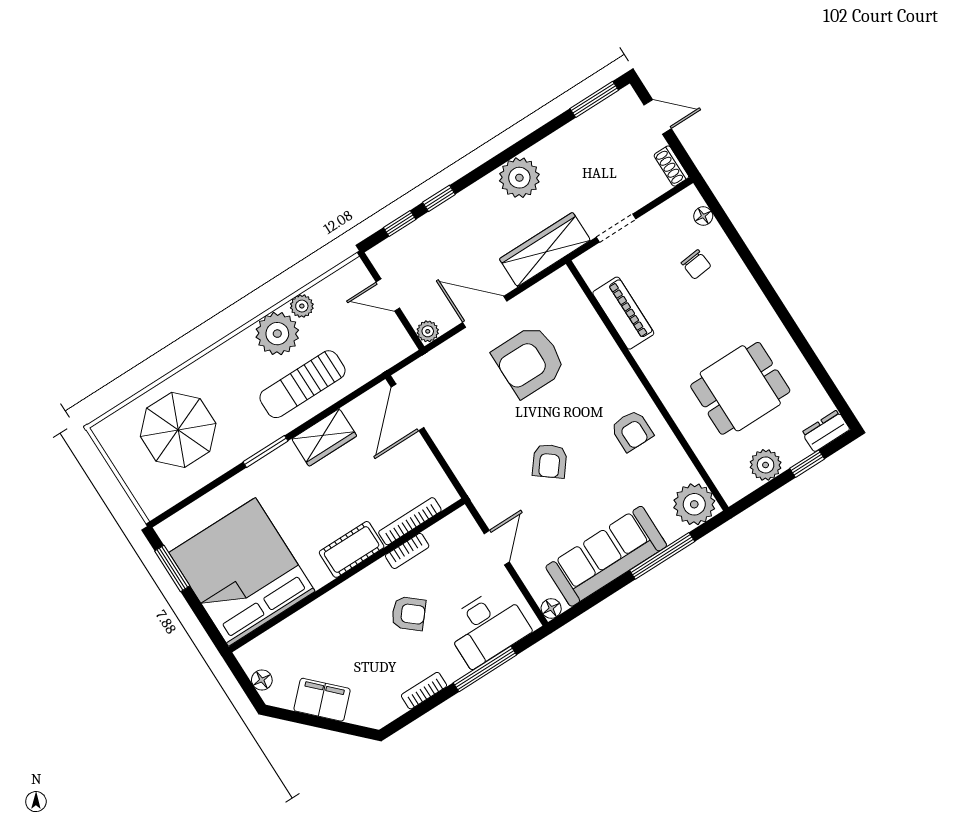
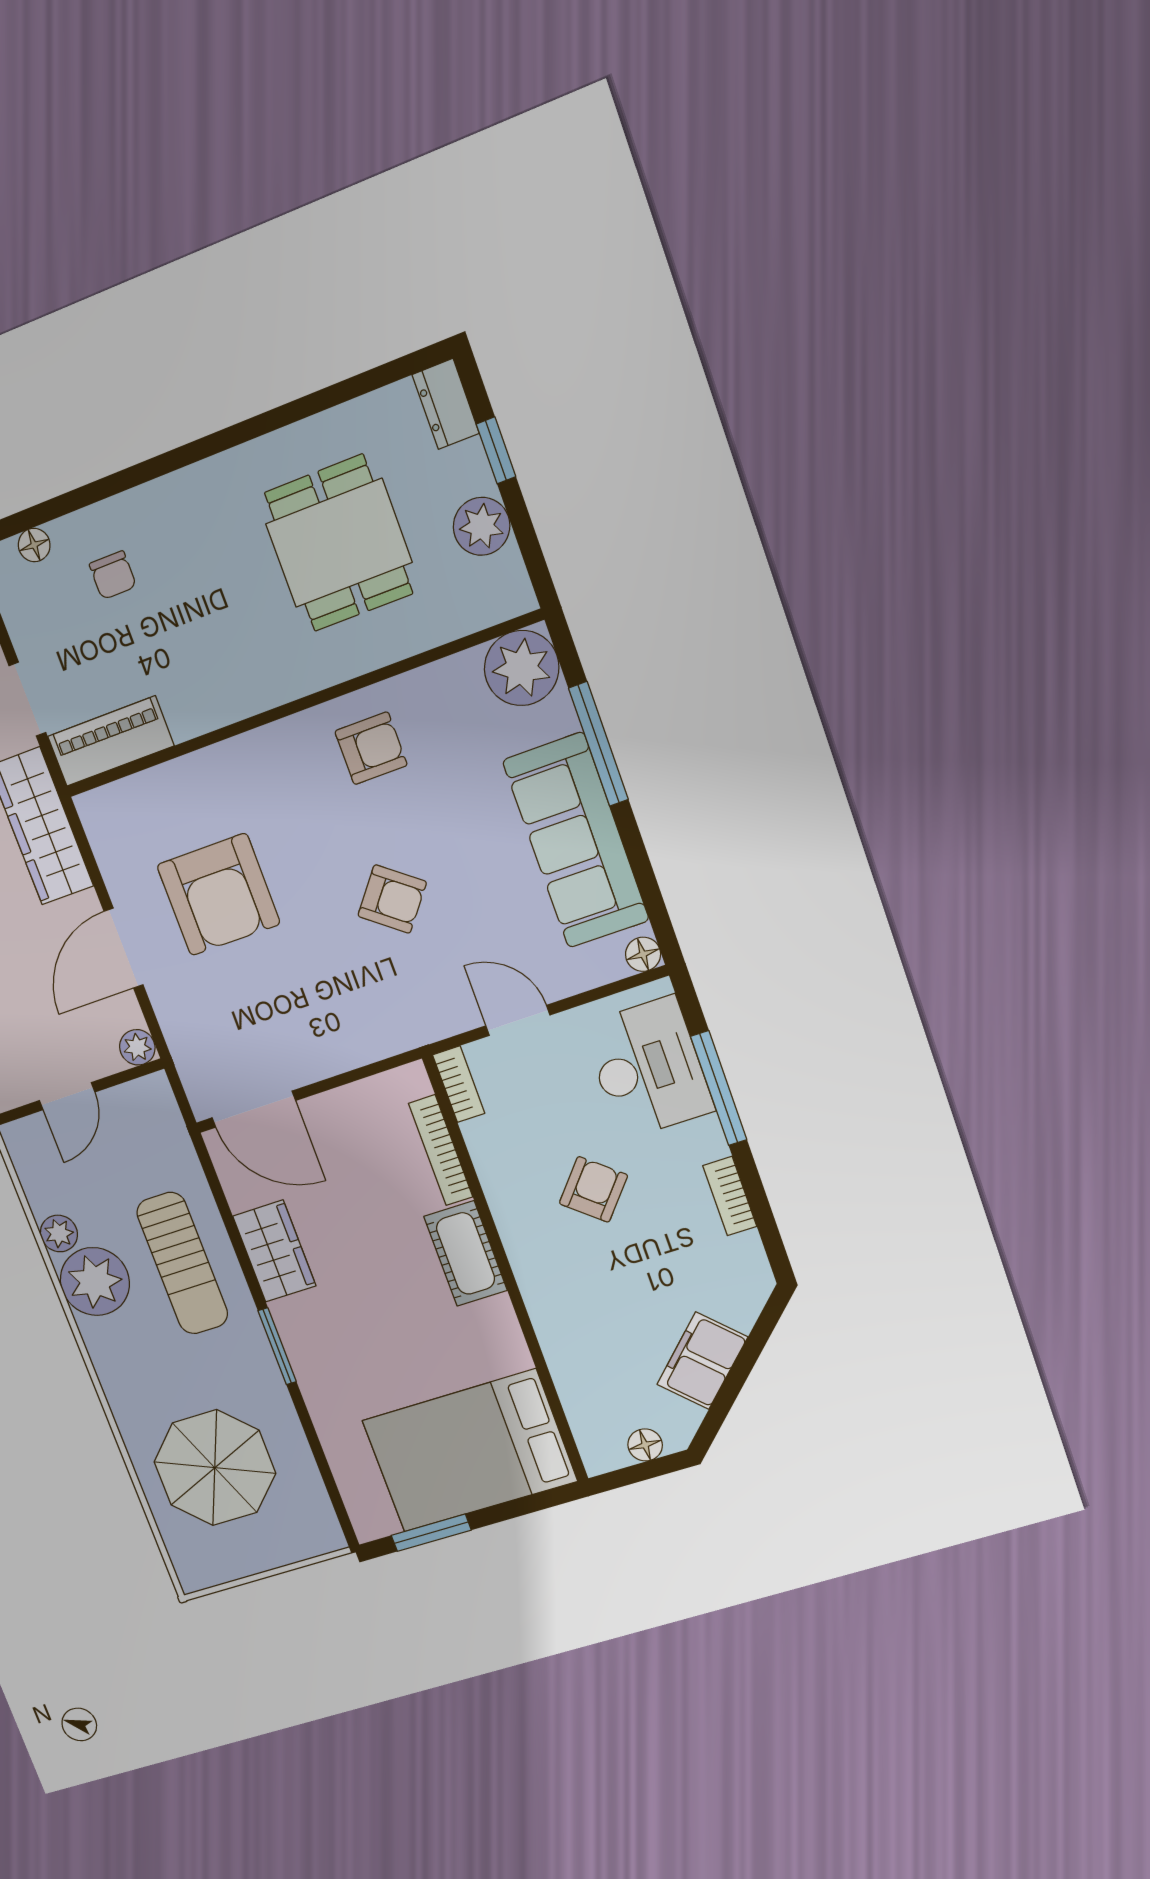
chair: (696, 264) -> (113, 575), turned 96
piano: (623, 313) -> (111, 741), moved
bookcase: (407, 551) -> (459, 1084), moved
bed: (242, 572) -> (470, 1451), width x0.73

